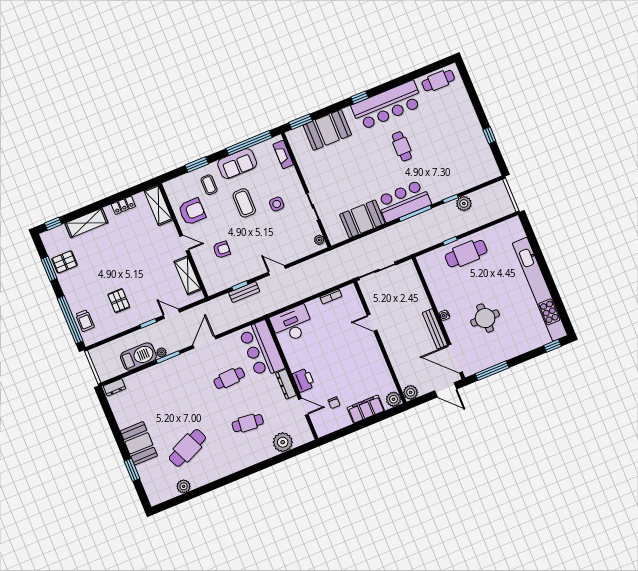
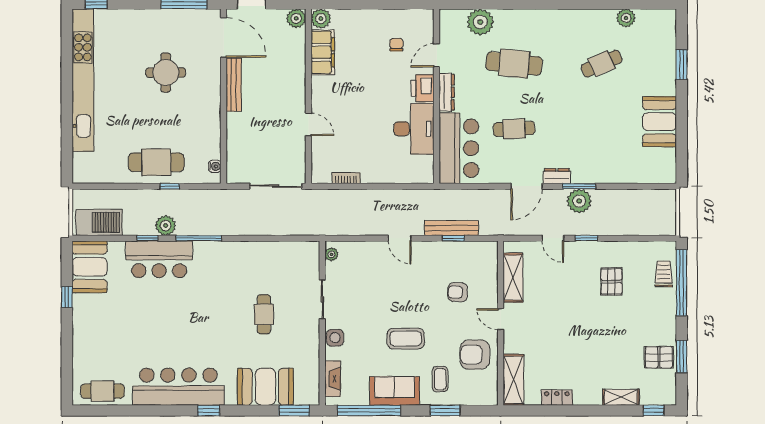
cafe table: (402, 146) -> (264, 314), moved
bar counter: (404, 201) -> (159, 259), moved
coffee table: (244, 203) -> (406, 339), turned 90
side table: (277, 204) -> (335, 338), moved
plant: (464, 204) -> (166, 226), moved
booth: (362, 219) -> (90, 267), moved, turned 90
shelving: (86, 223) -> (621, 397), width x0.67, depth x0.75
bench: (244, 292) -> (451, 228), width x1.36
water cooler: (444, 315) -> (215, 166), moved
desk: (292, 324) -> (414, 129), moved, turned -90
plant: (161, 352) -> (579, 201), width x1.88, depth x1.88
barbecue: (138, 357) -> (99, 222), moved, turned 180
dresser: (114, 387) -> (557, 176), moved
door: (303, 407) -> (437, 55), hinge flipped
filing cabinet: (366, 409) -> (323, 52), moved, turned -90
cafe table: (248, 423) -> (514, 64), width x1.37, depth x1.35
booth: (139, 443) -> (660, 122), moved
cafe table: (187, 448) -> (602, 64), width x0.73, depth x0.74

